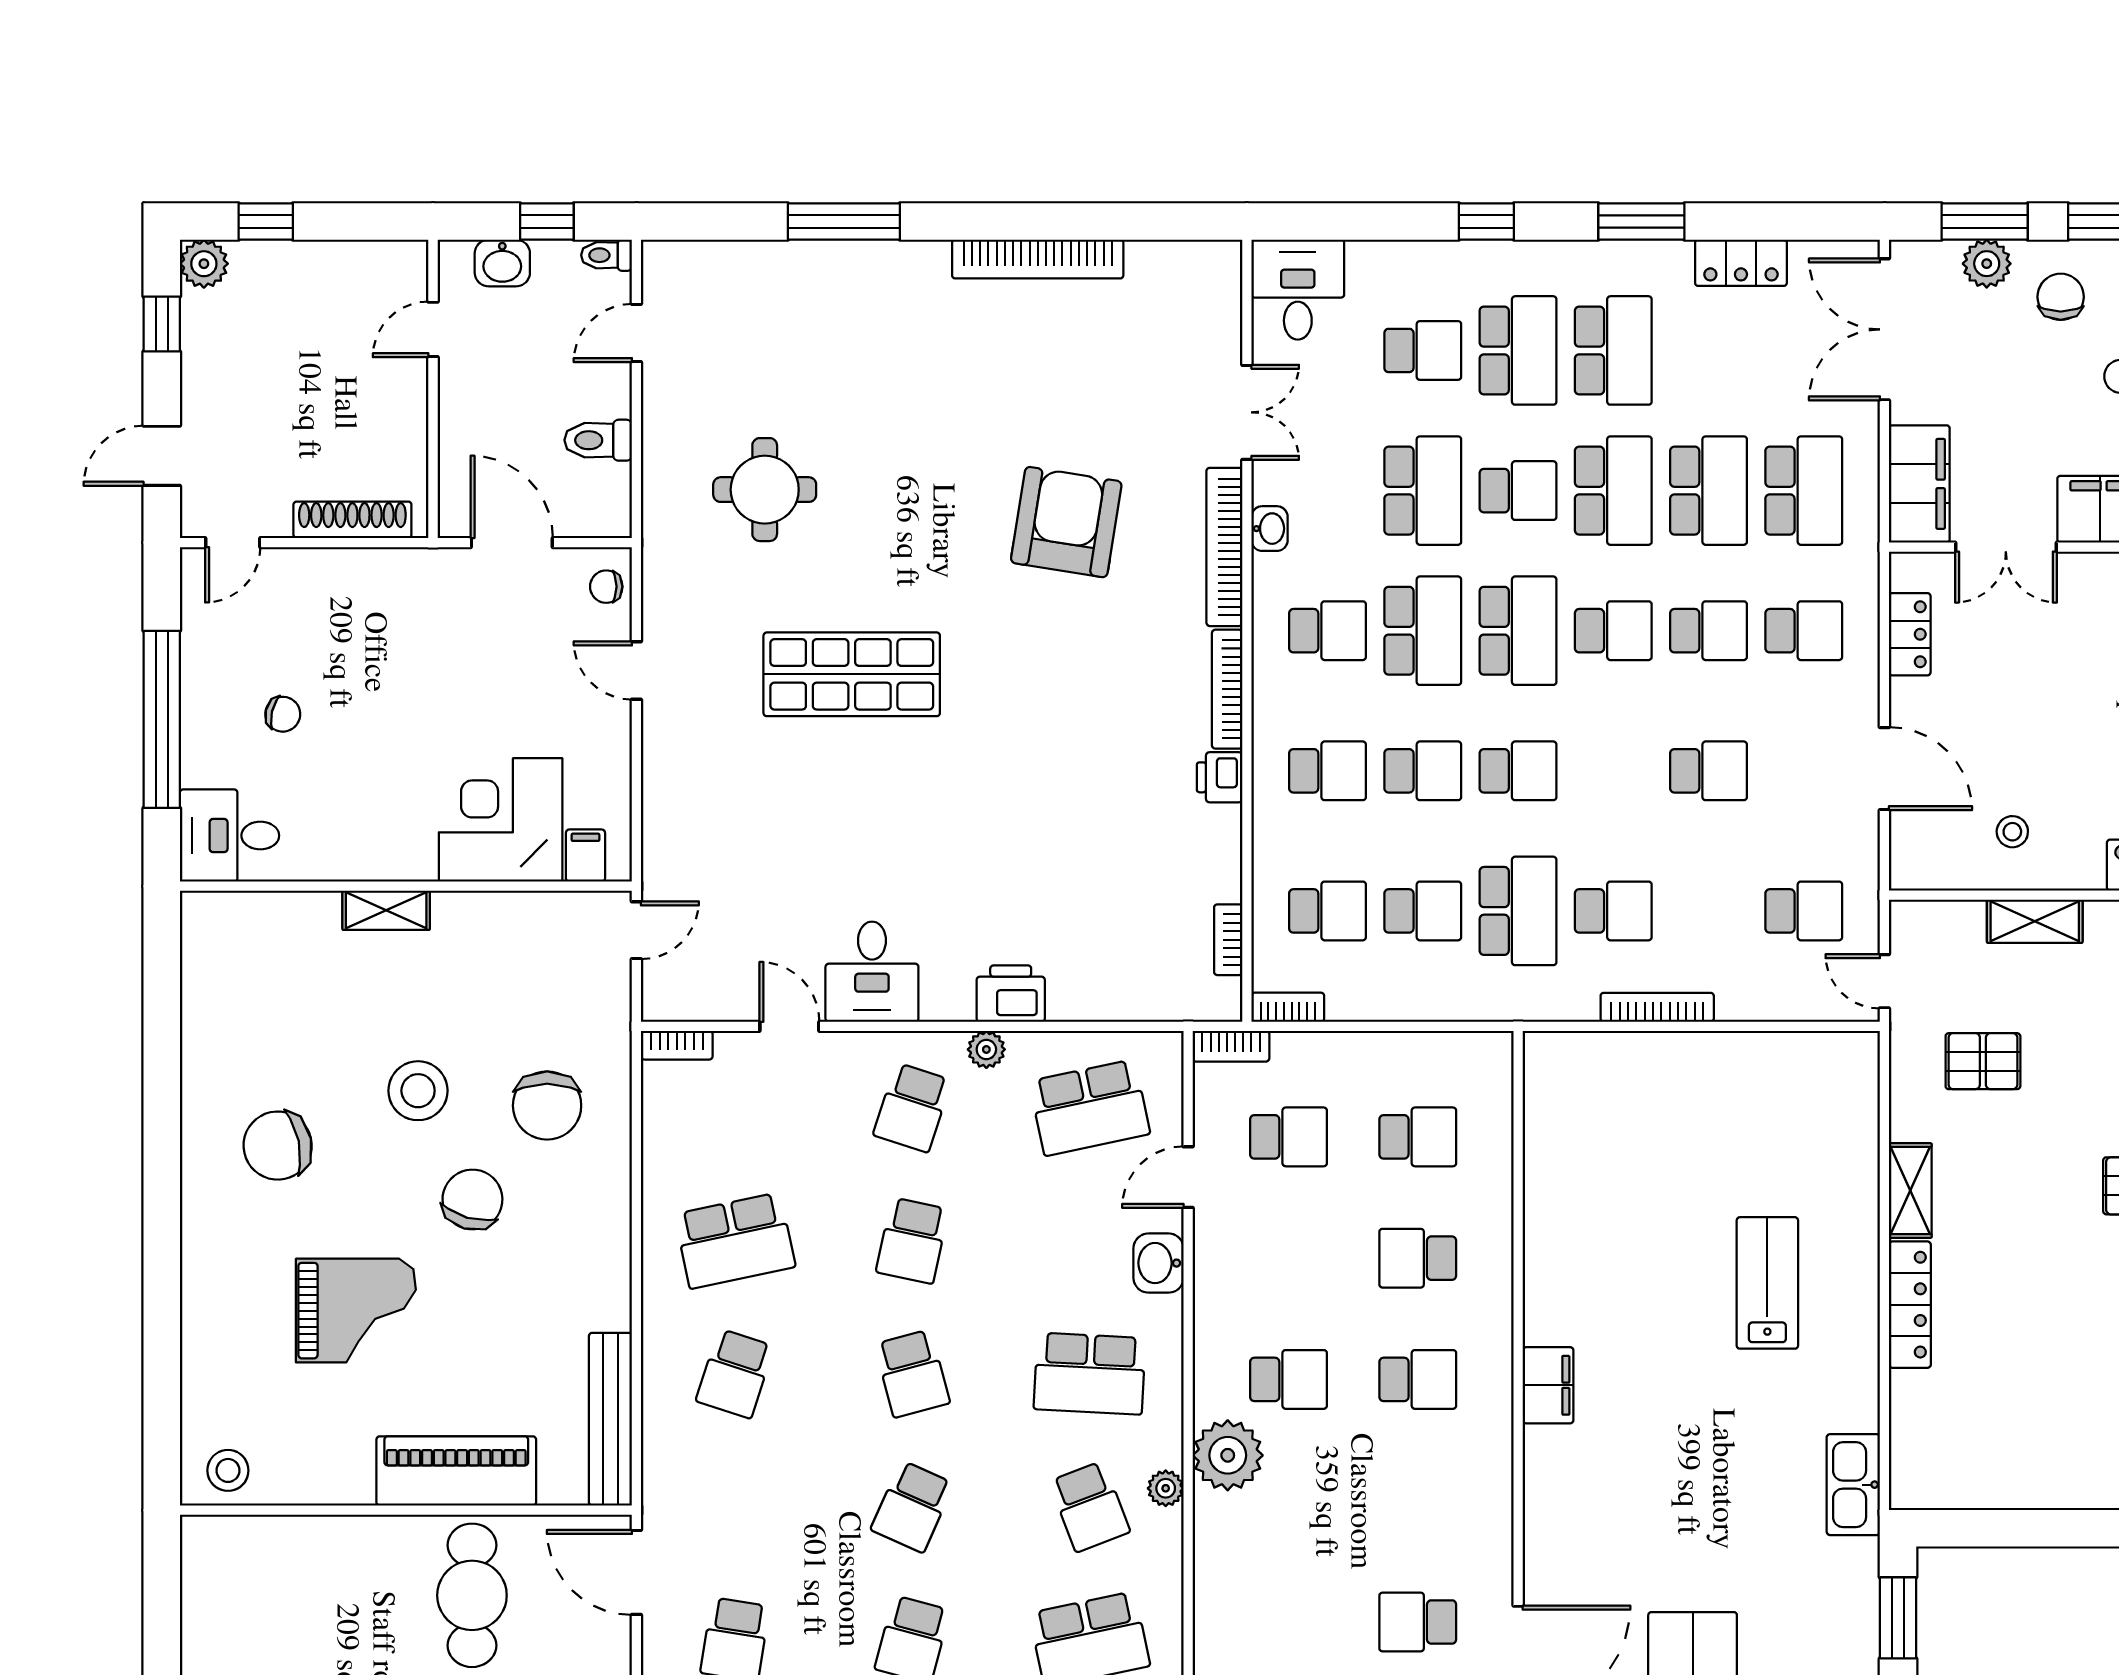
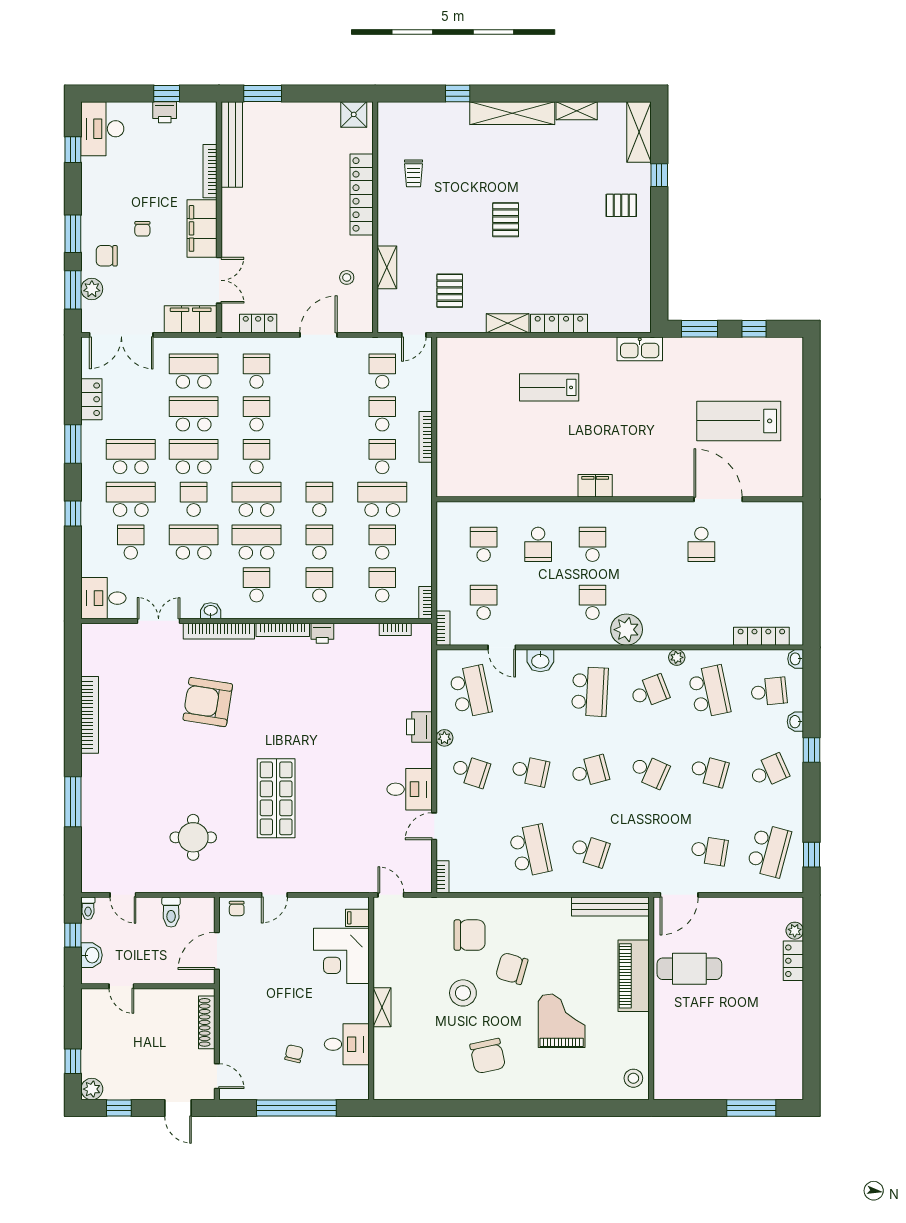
school desk: (1709, 771) -> (382, 414), moved
desk: (229, 836) -> (347, 1044), moved, turned -90
plant: (1166, 1488) -> (677, 657), moved

